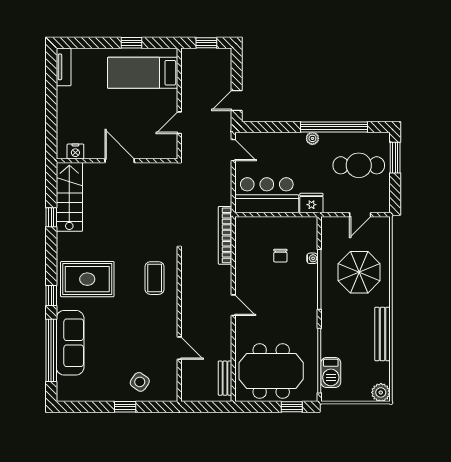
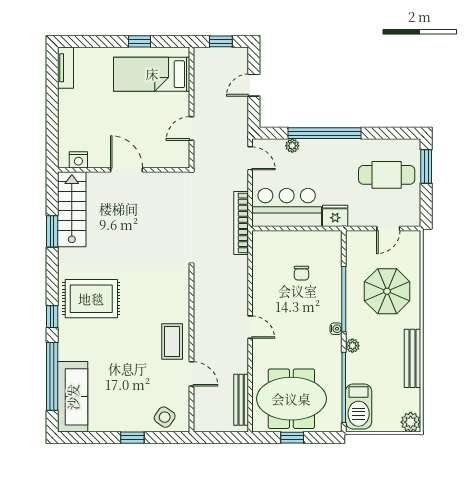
door: (237, 101) -> (254, 85), moved
window: (334, 127) -> (325, 133), moved
plant: (312, 138) -> (292, 146), moved
window: (51, 217) -> (52, 231), width x1.50
bookcase: (225, 235) -> (241, 223), moved
water cooler: (312, 258) -> (336, 329), moved
coffee table: (155, 278) -> (172, 341), moved
plant: (327, 322) -> (352, 346), added
sofa: (70, 343) -> (73, 397), moved
barbecue: (331, 373) -> (359, 406), width x1.37, depth x1.21
bench: (225, 378) -> (241, 400), width x1.36
side table: (140, 382) -> (165, 417), moved
window: (292, 407) -> (292, 438), moved

